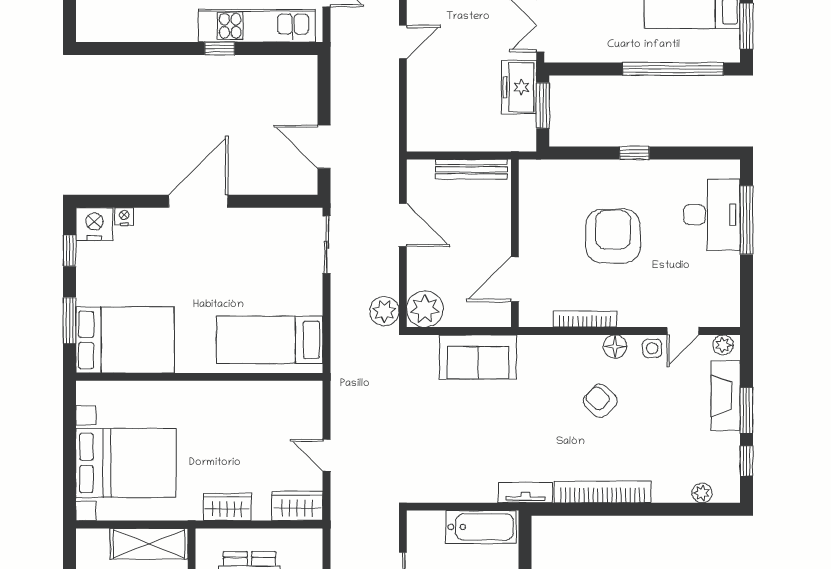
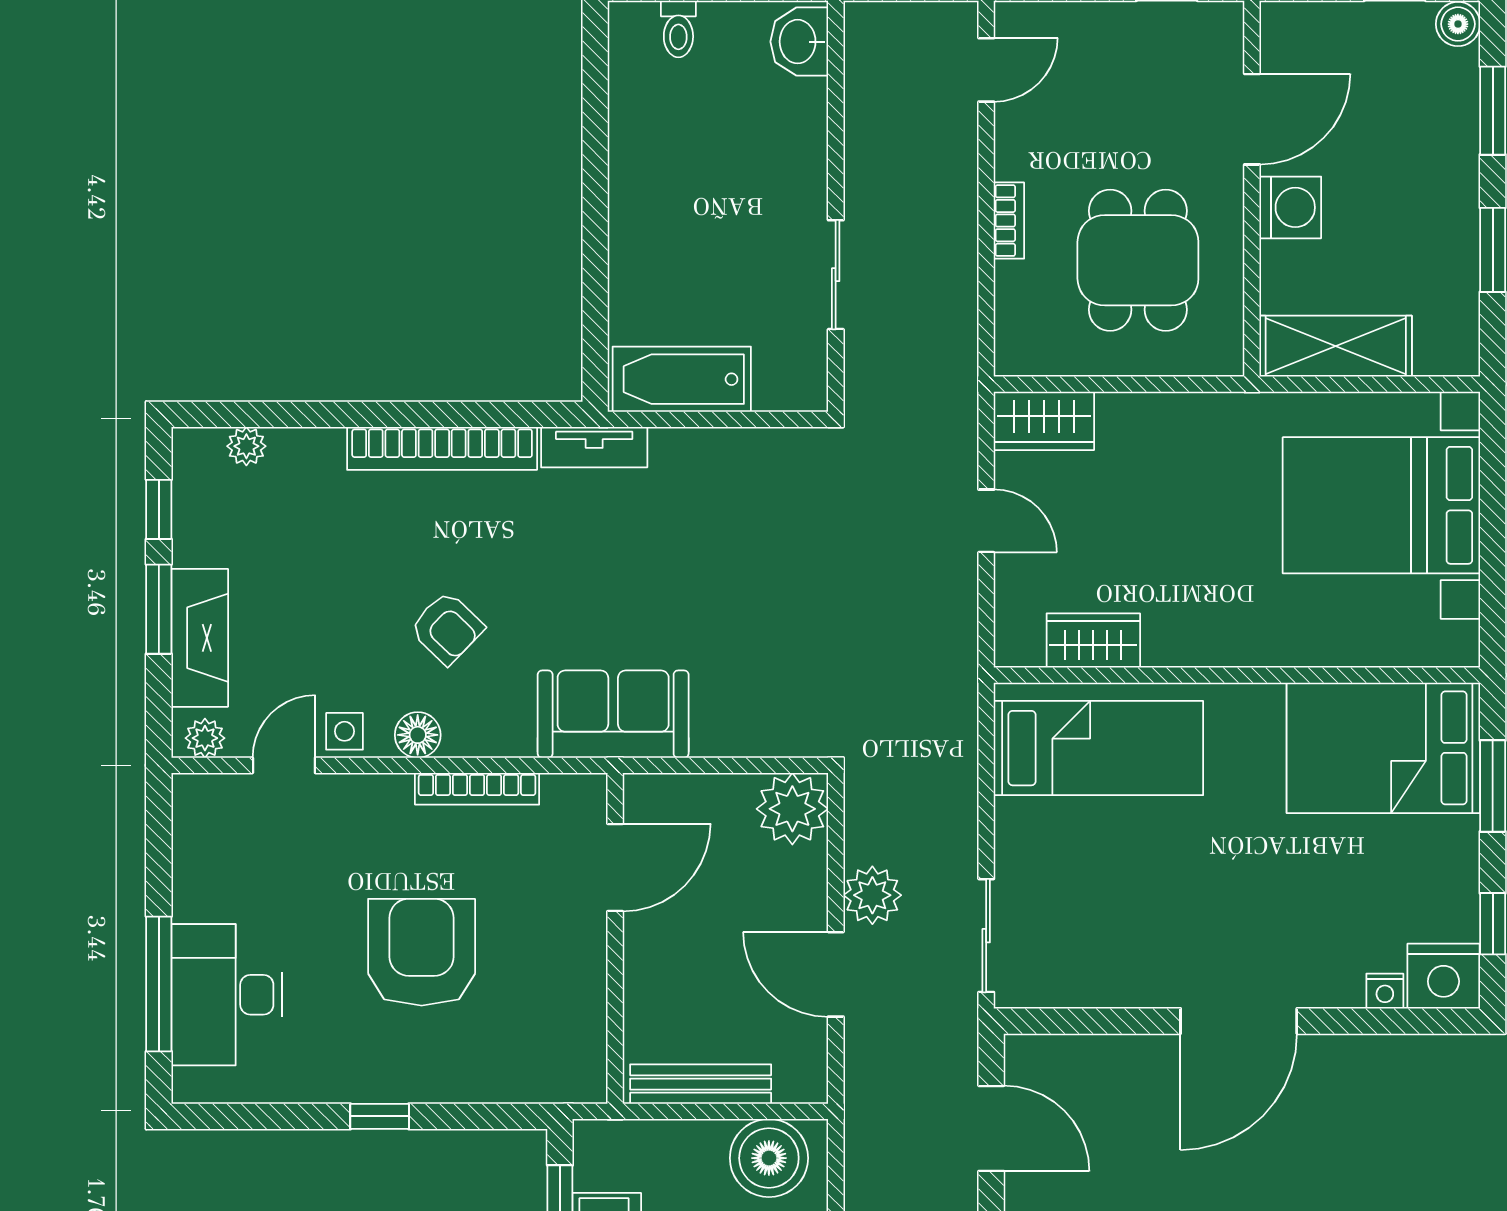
boiler: (437, 132) -> (769, 1158), added
armchair: (613, 236) -> (422, 952), turned 180
plant: (384, 311) -> (872, 895), moved
sofa: (478, 357) -> (613, 714), moved
wardrobe: (227, 507) -> (1093, 640), moved, turned 180

